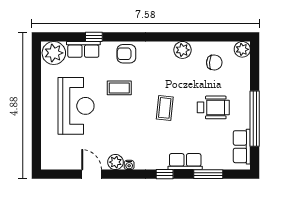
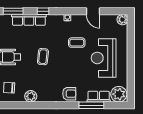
window: (94, 37) -> (91, 105), width x2.17
coffee table: (119, 88) -> (77, 43), moved
plant: (115, 162) -> (122, 20), moved
row of seats: (185, 162) -> (29, 20), width x1.48

